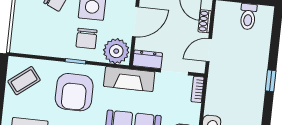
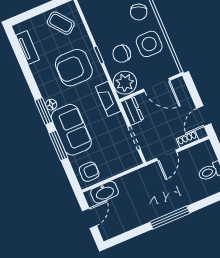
door: (209, 50) -> (167, 155), swing flipped
fireplace: (129, 79) -> (108, 99), width x0.73, depth x0.76
window: (271, 81) -> (170, 218), width x2.17
bookcase: (198, 89) -> (131, 164), removed

